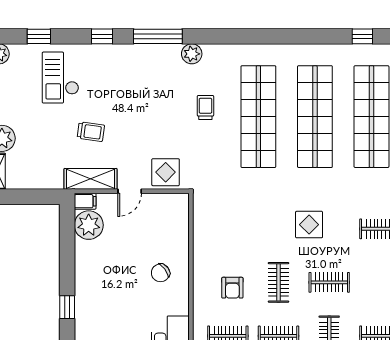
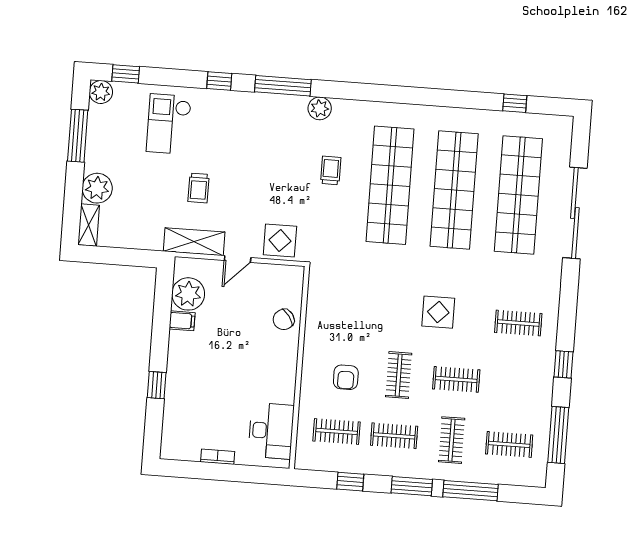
window: (39, 36) -> (126, 74), moved
trolley: (91, 132) -> (198, 188), turned 82
filing cabinet: (85, 201) -> (182, 321), moved
chair: (160, 273) -> (284, 320), moved

